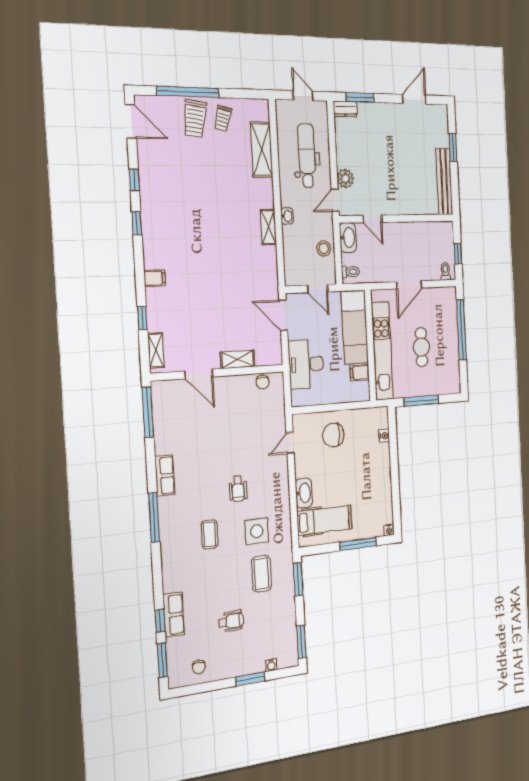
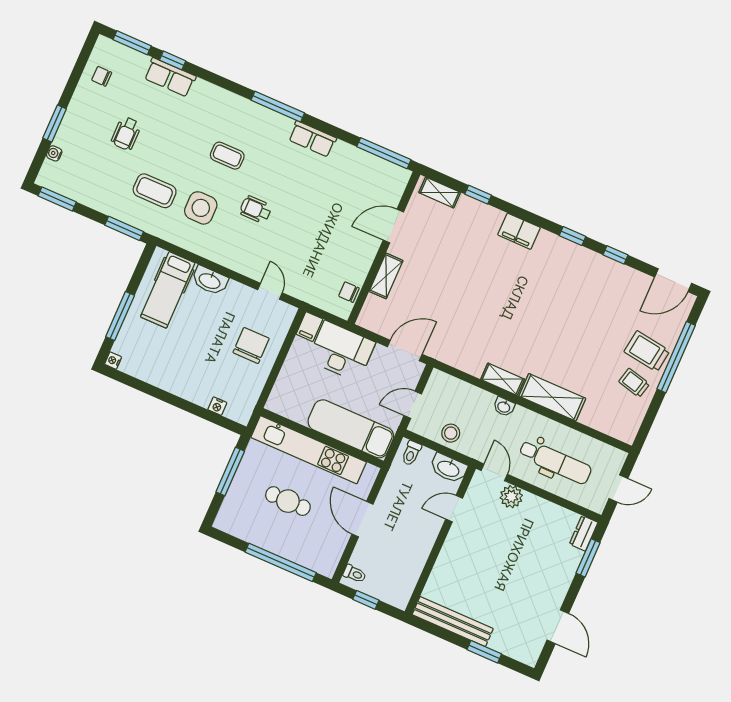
shelving: (262, 150) -> (552, 397), moved
filing cabinet: (155, 278) -> (519, 231), width x2.00
filing cabinet: (360, 373) -> (309, 327), moved, turned 180

